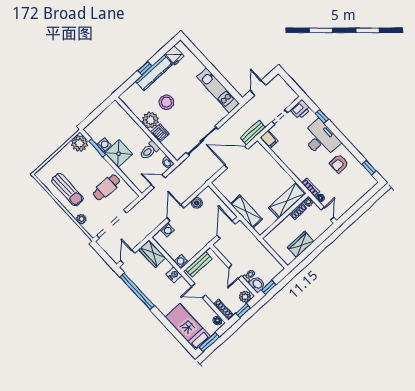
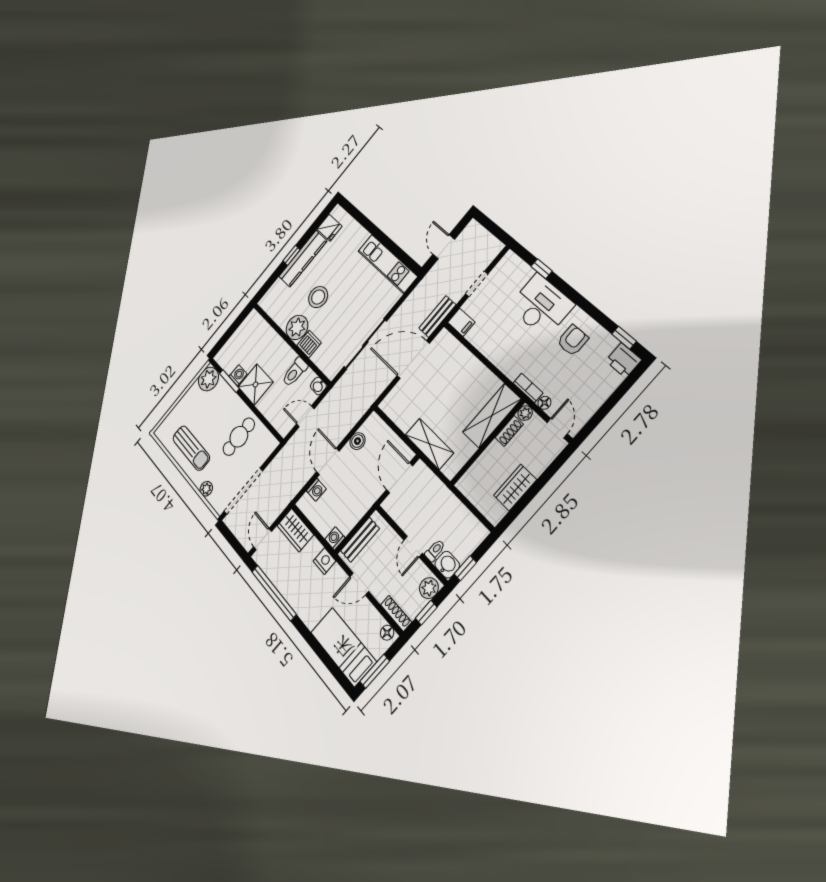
printer: (300, 109) -> (623, 360), moved, turned 90
armchair: (339, 164) -> (573, 340), turned 180

